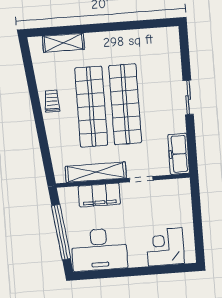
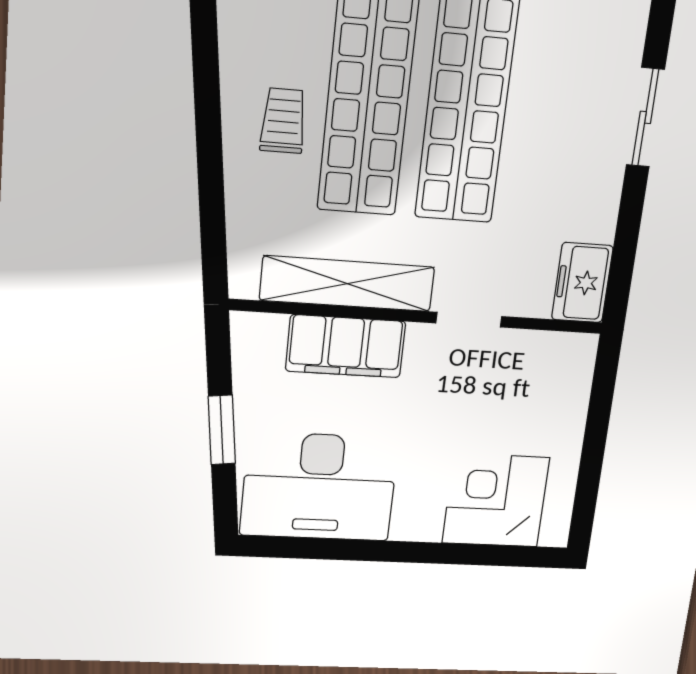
trolley: (52, 101) -> (283, 121), moved
freezer: (179, 154) -> (582, 283), width x0.71
window: (61, 232) -> (222, 430), width x0.47

